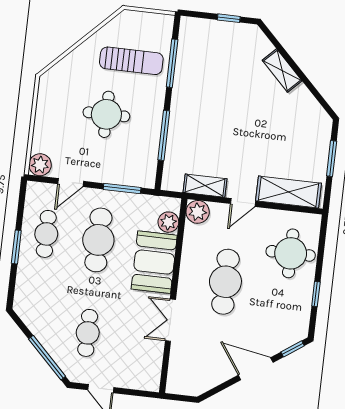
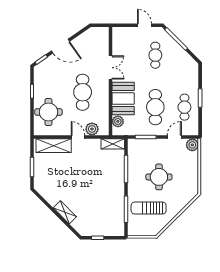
shelving: (205, 186) -> (113, 144), moved
door: (243, 202) -> (78, 137), hinge flipped
plant: (198, 212) -> (92, 129), moved

